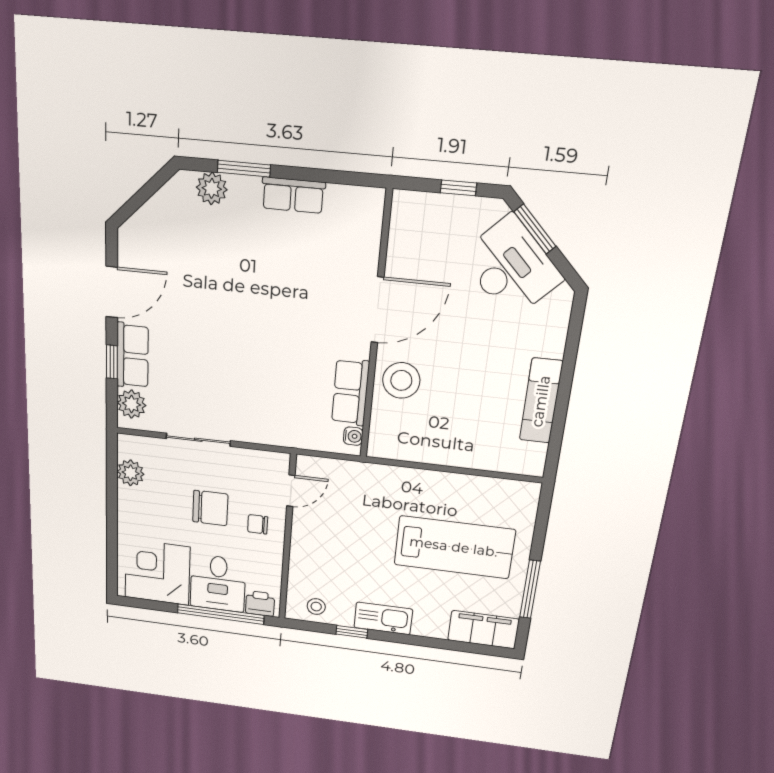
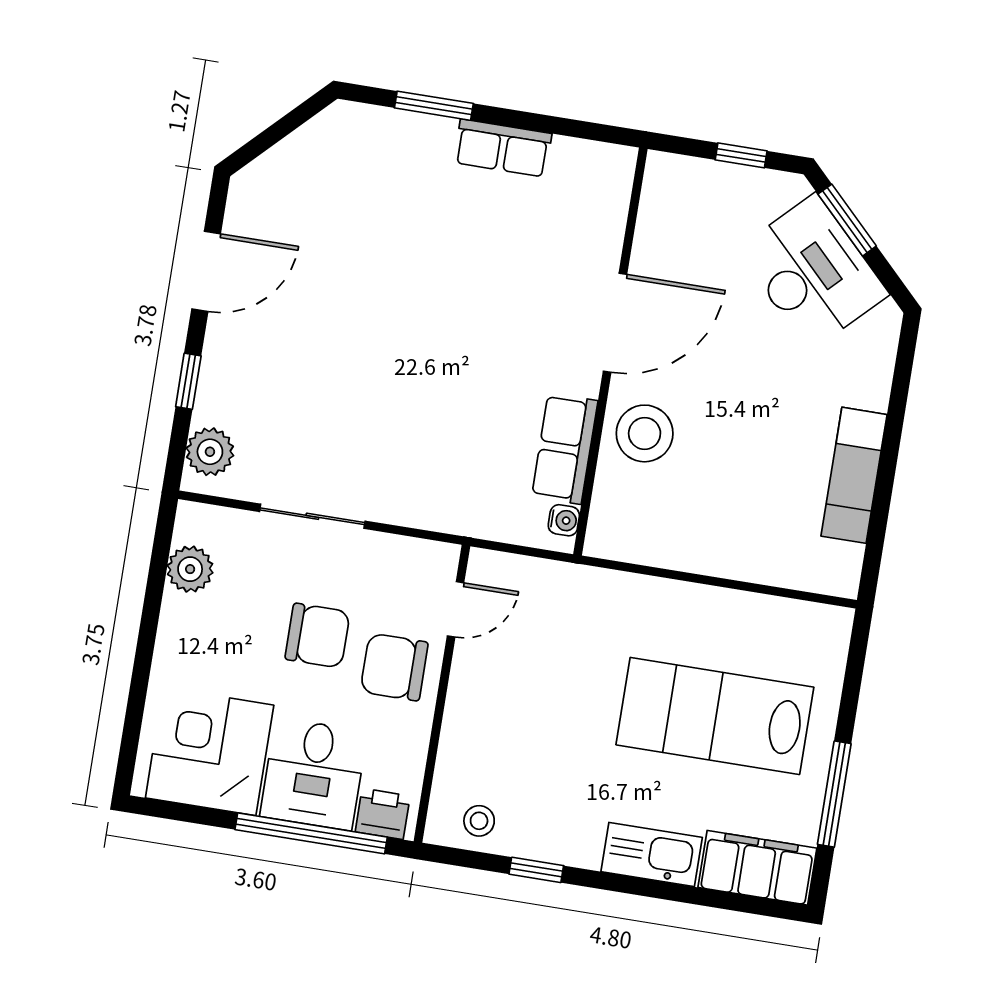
plant: (212, 188) -> (383, 130), removed
row of seats: (132, 356) -> (224, 373), removed
chair: (258, 524) -> (394, 667), width x1.87, depth x1.87
lab bench: (454, 547) -> (715, 716), turned 180
kitchen sink: (383, 618) -> (652, 855), moved

